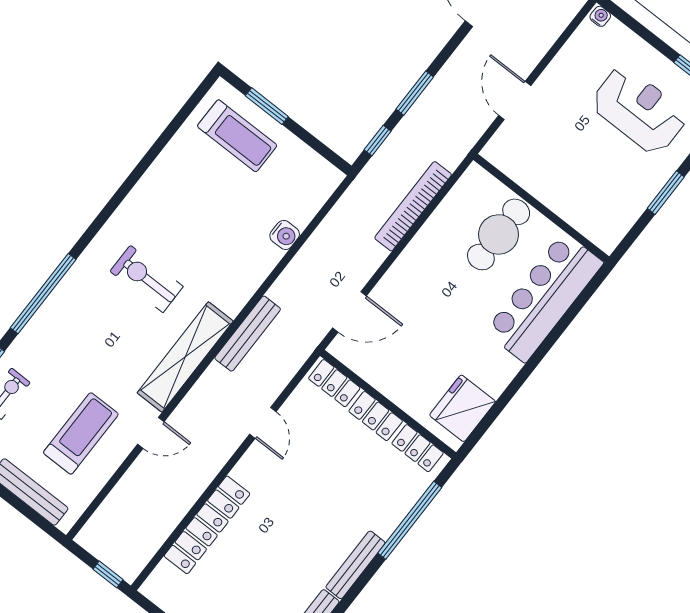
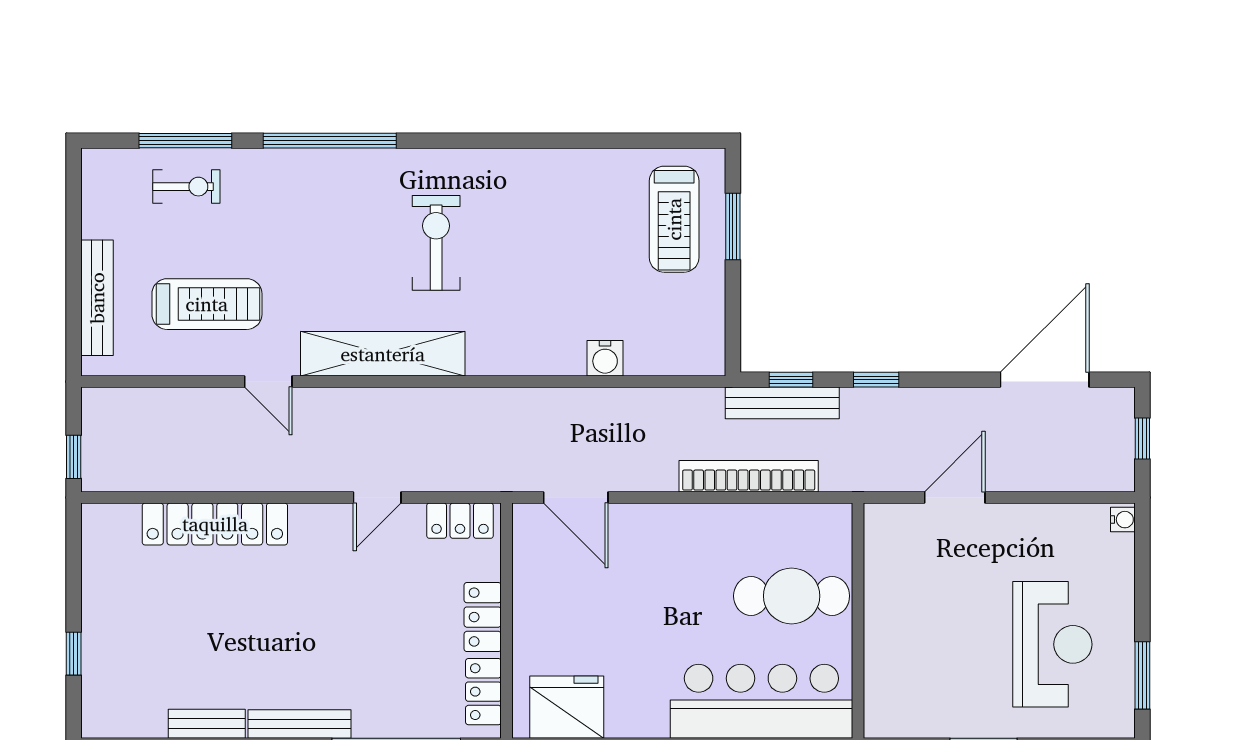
window: (415, 93) -> (876, 380), width x0.67
bench: (248, 334) -> (782, 403), moved
locker: (334, 383) -> (460, 521), moved, turned -90

